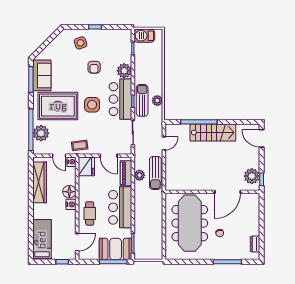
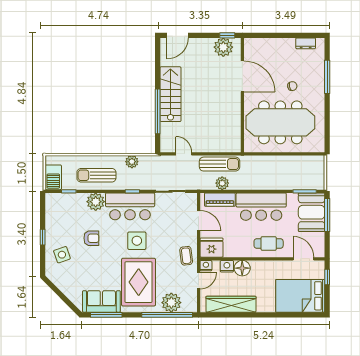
sun lounger: (142, 100) -> (96, 175), moved
door: (109, 156) -> (199, 221), hinge flipped
nightstand: (71, 204) -> (227, 266), moved
bed: (42, 240) -> (300, 296), width x1.50

